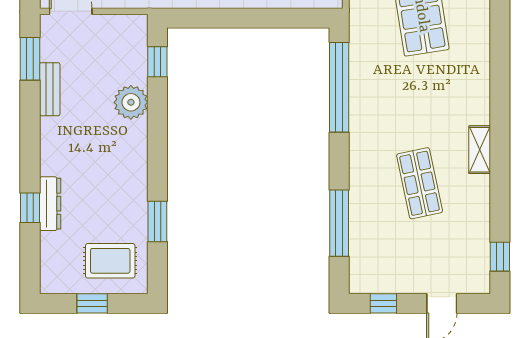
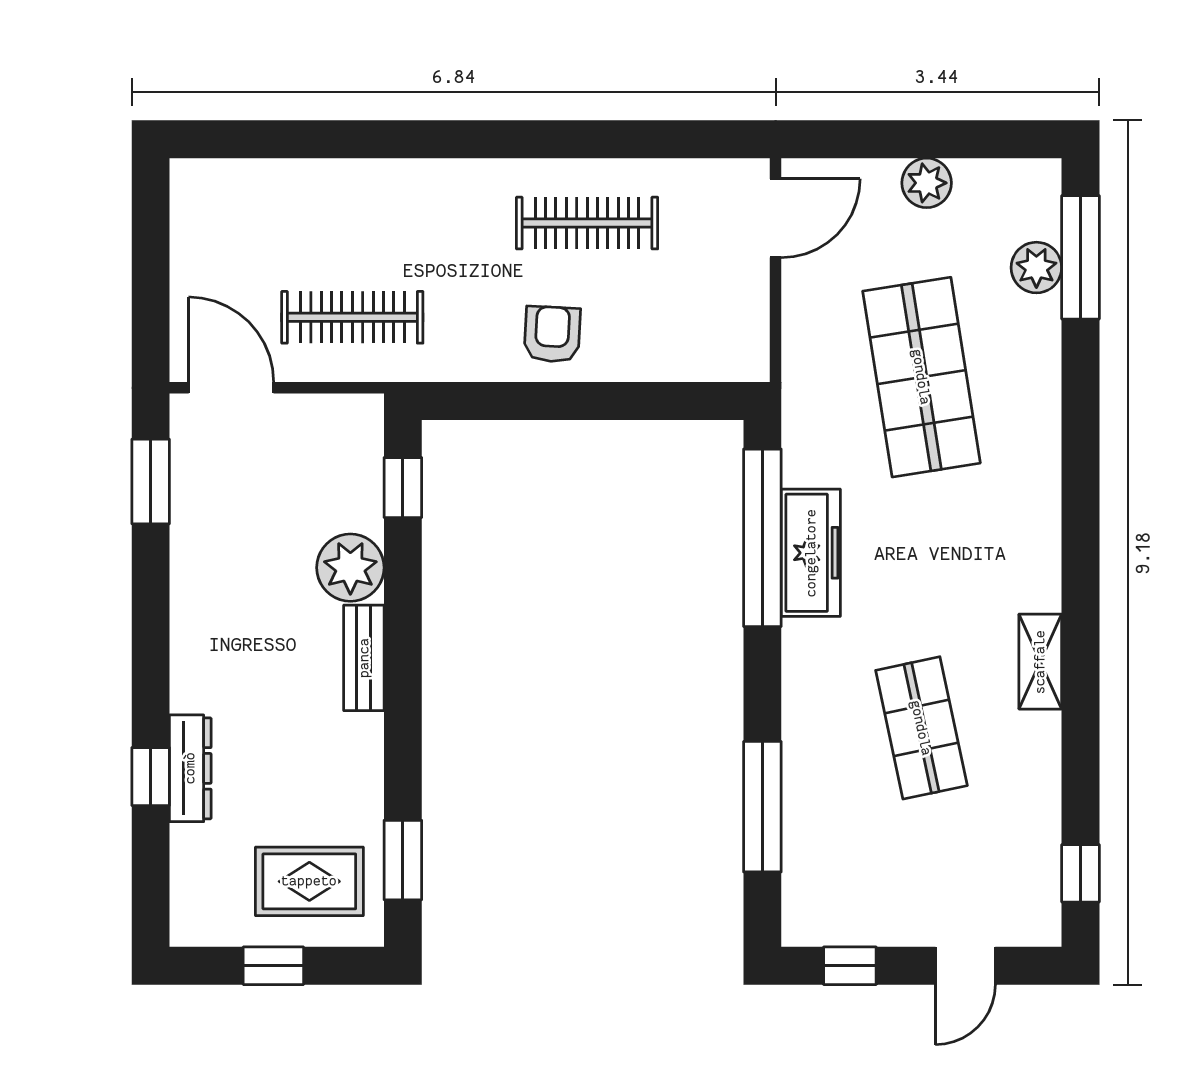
bench: (50, 89) -> (364, 658), moved
freezer: (364, 95) -> (811, 553), added
window: (157, 222) -> (403, 860), moved

